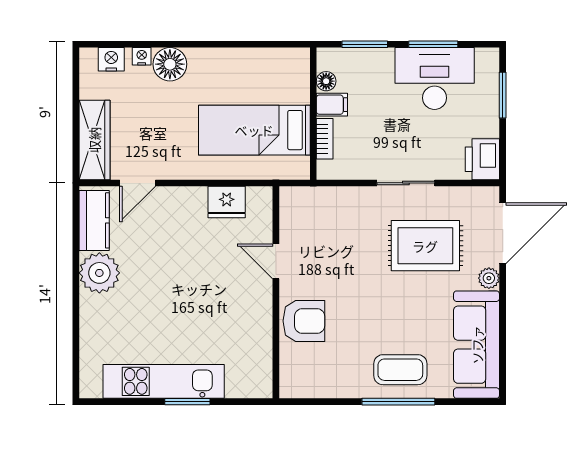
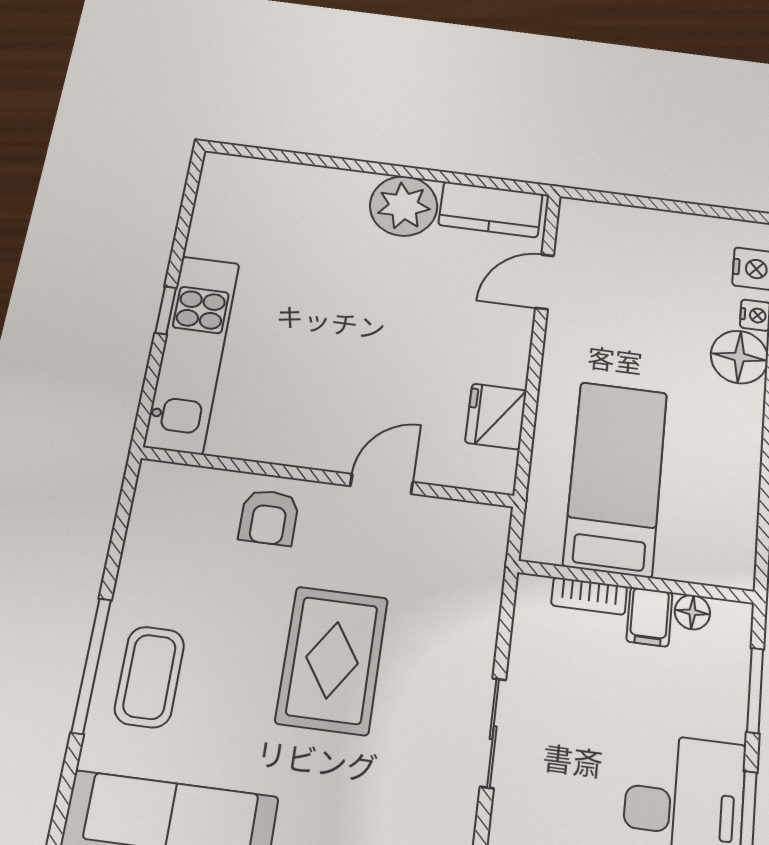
wardrobe: (94, 140) -> (622, 227), removed
door: (138, 183) -> (545, 282), hinge flipped
rug: (425, 246) -> (332, 660), moved
armchair: (304, 321) -> (269, 517), width x0.72, depth x0.72
kitchen unit: (164, 381) -> (192, 353), moved
window: (187, 402) -> (166, 310), width x0.67

